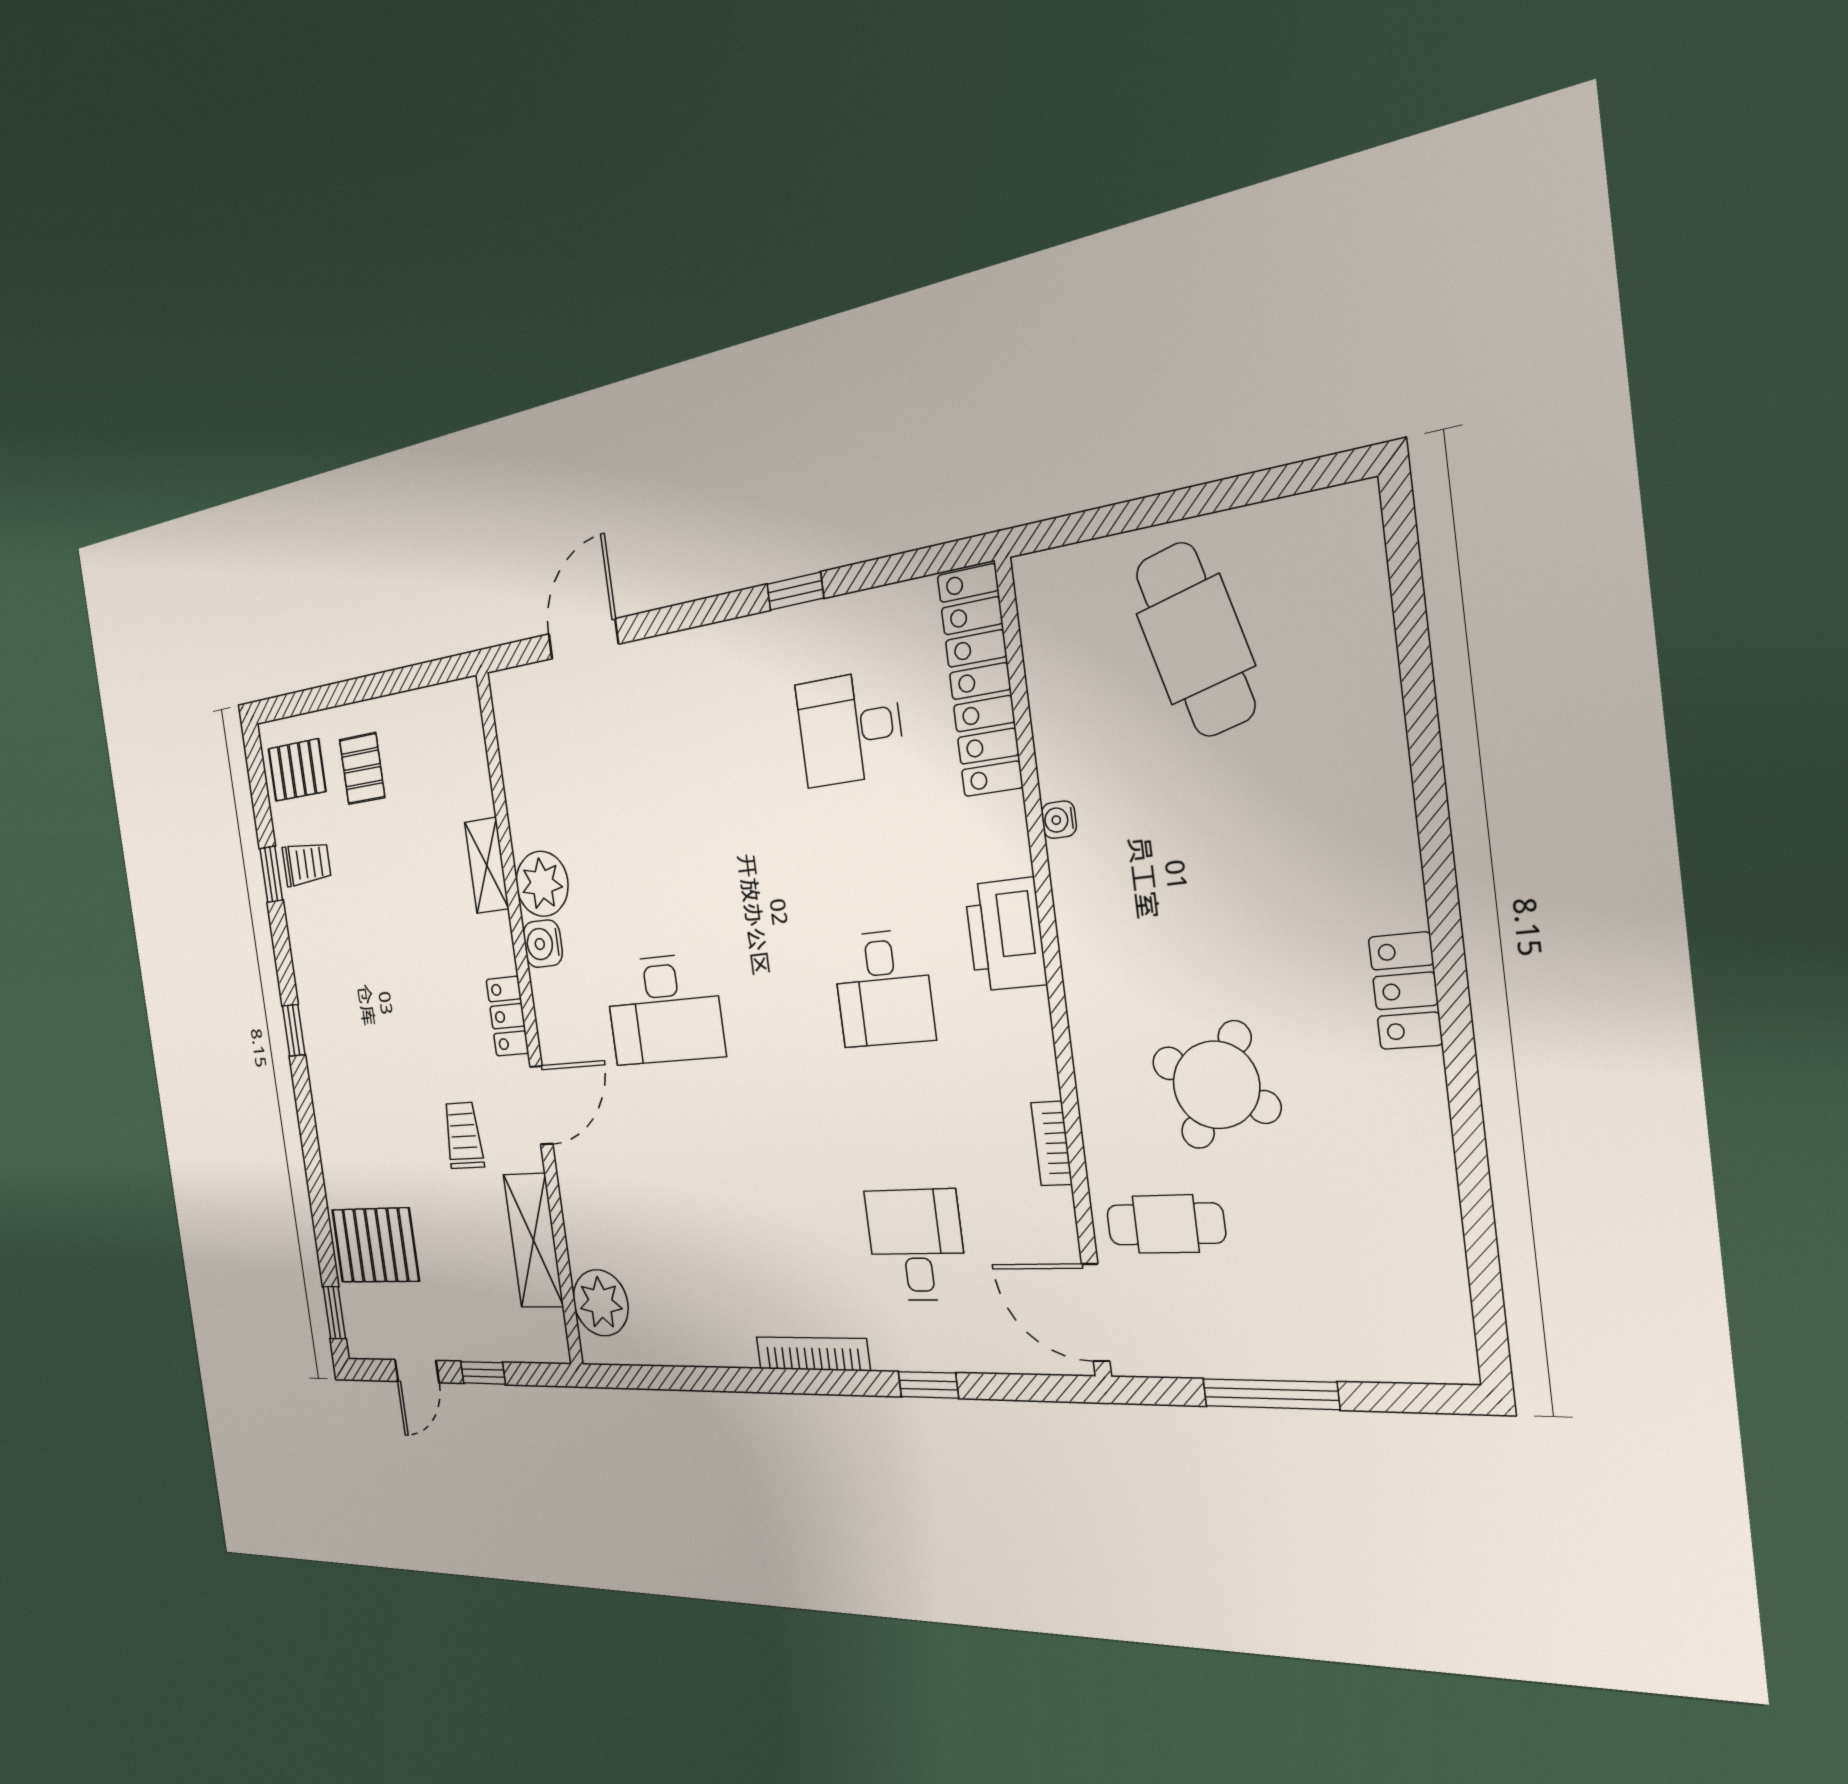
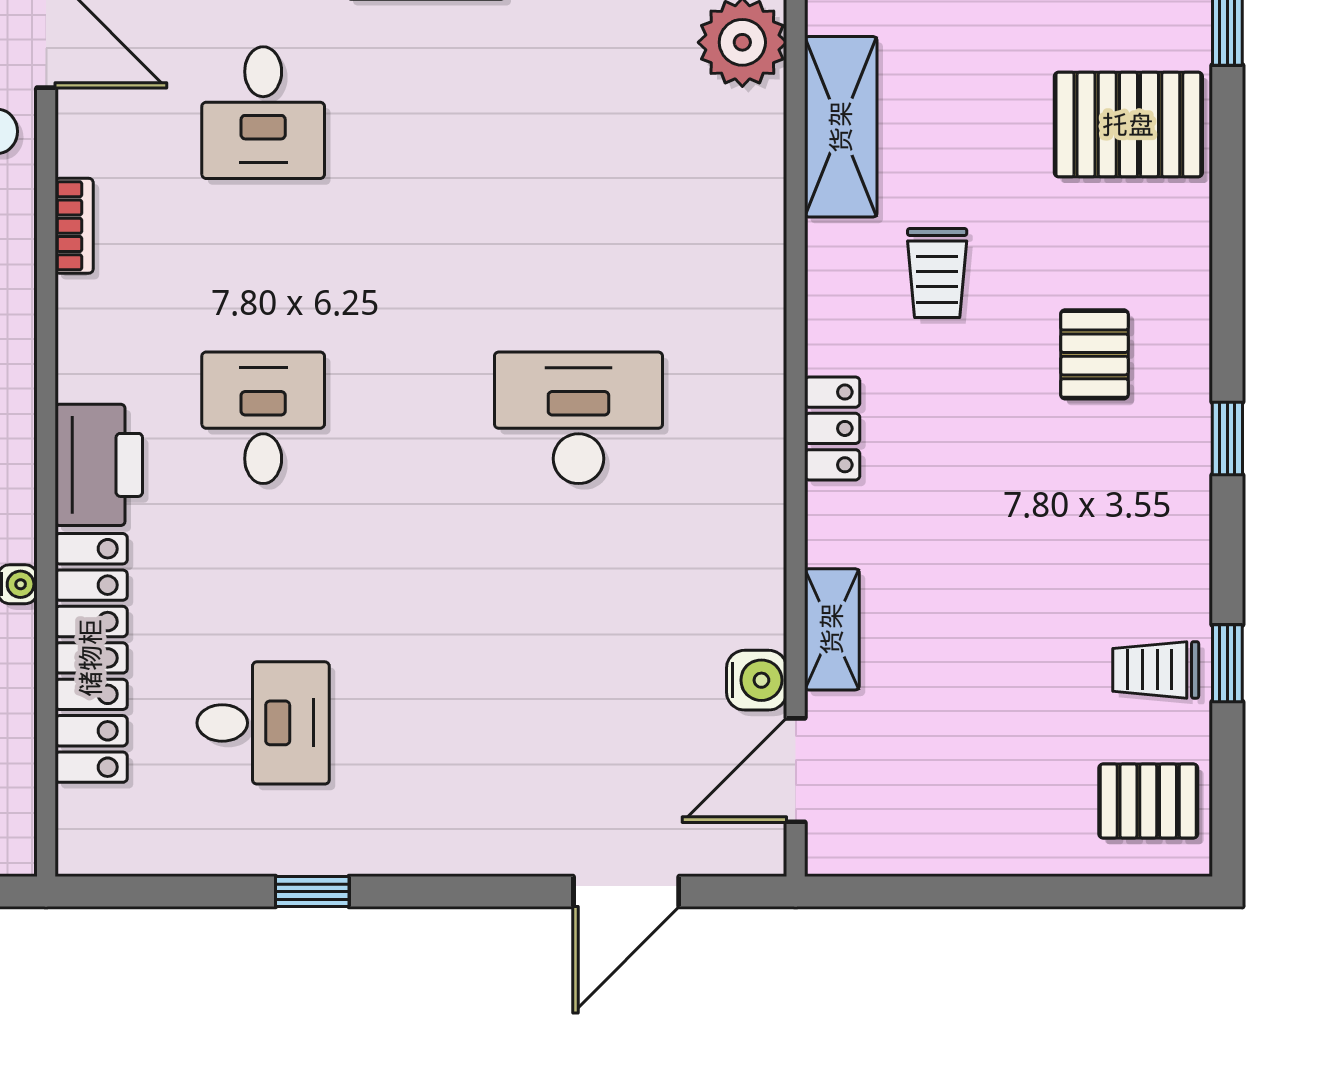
locker: (980, 681) -> (91, 658), moved
pallet: (362, 768) -> (1094, 354), moved
plant: (542, 884) -> (744, 595), removed
water cooler: (543, 944) -> (757, 680), moved
door: (541, 1105) -> (796, 770), moved

